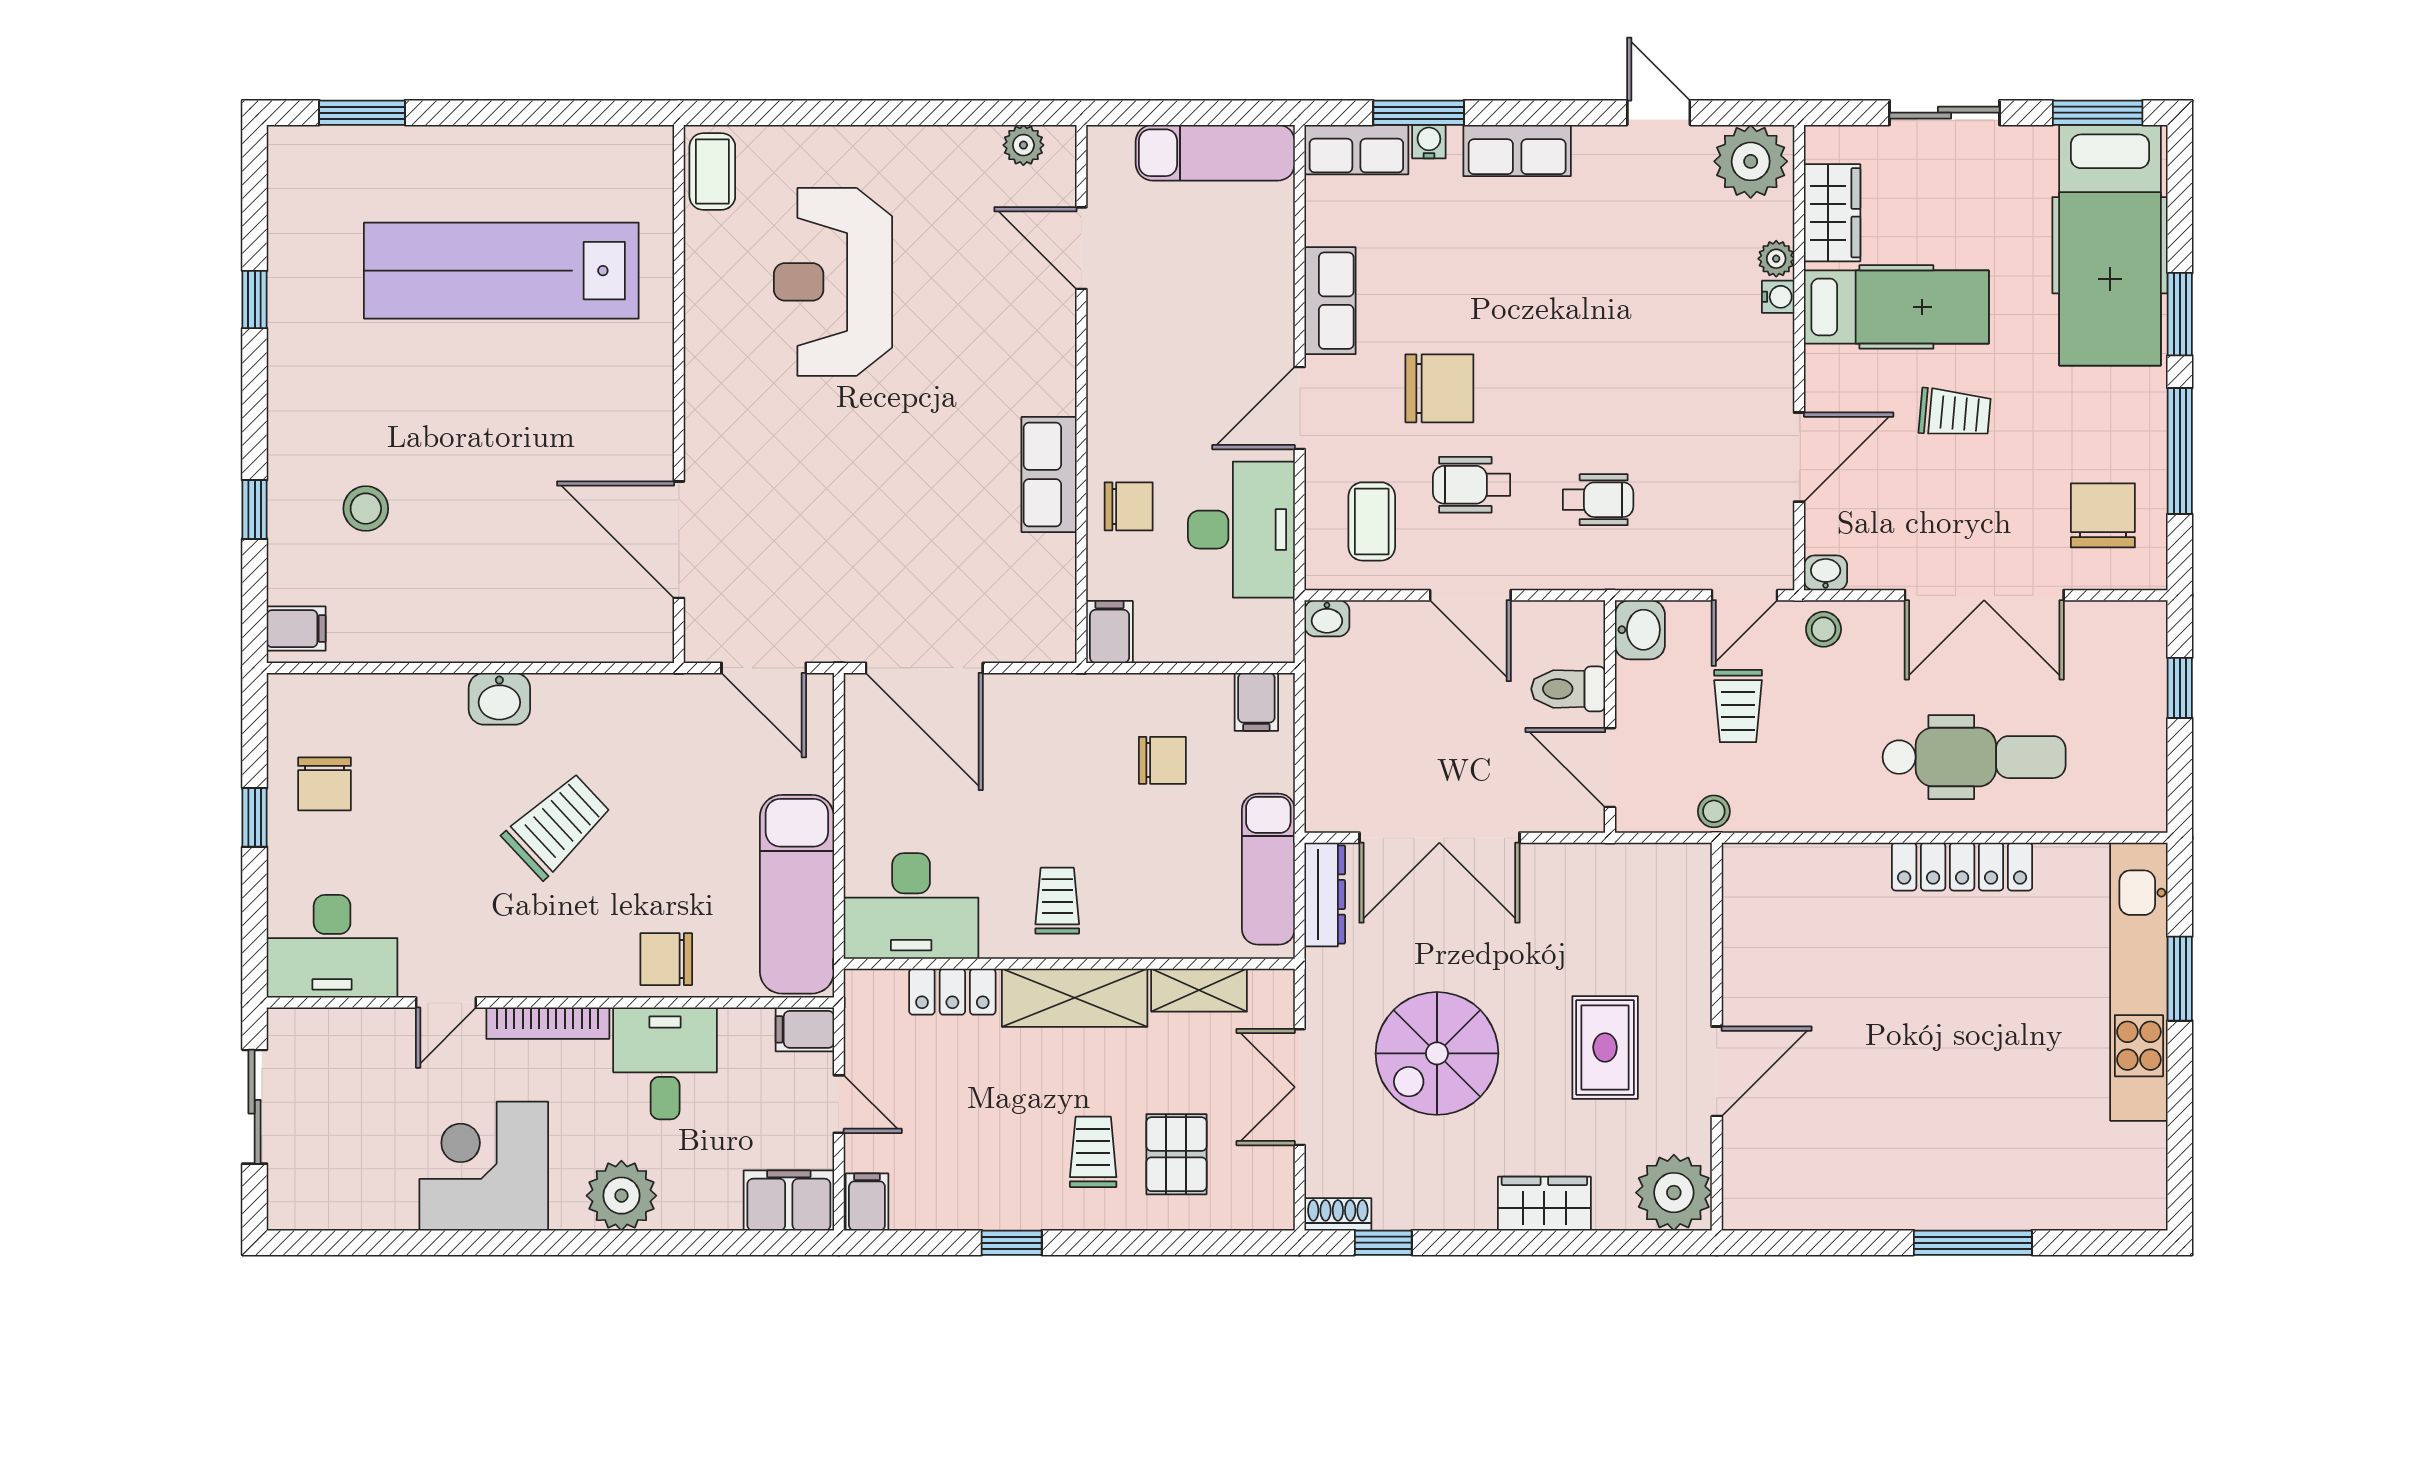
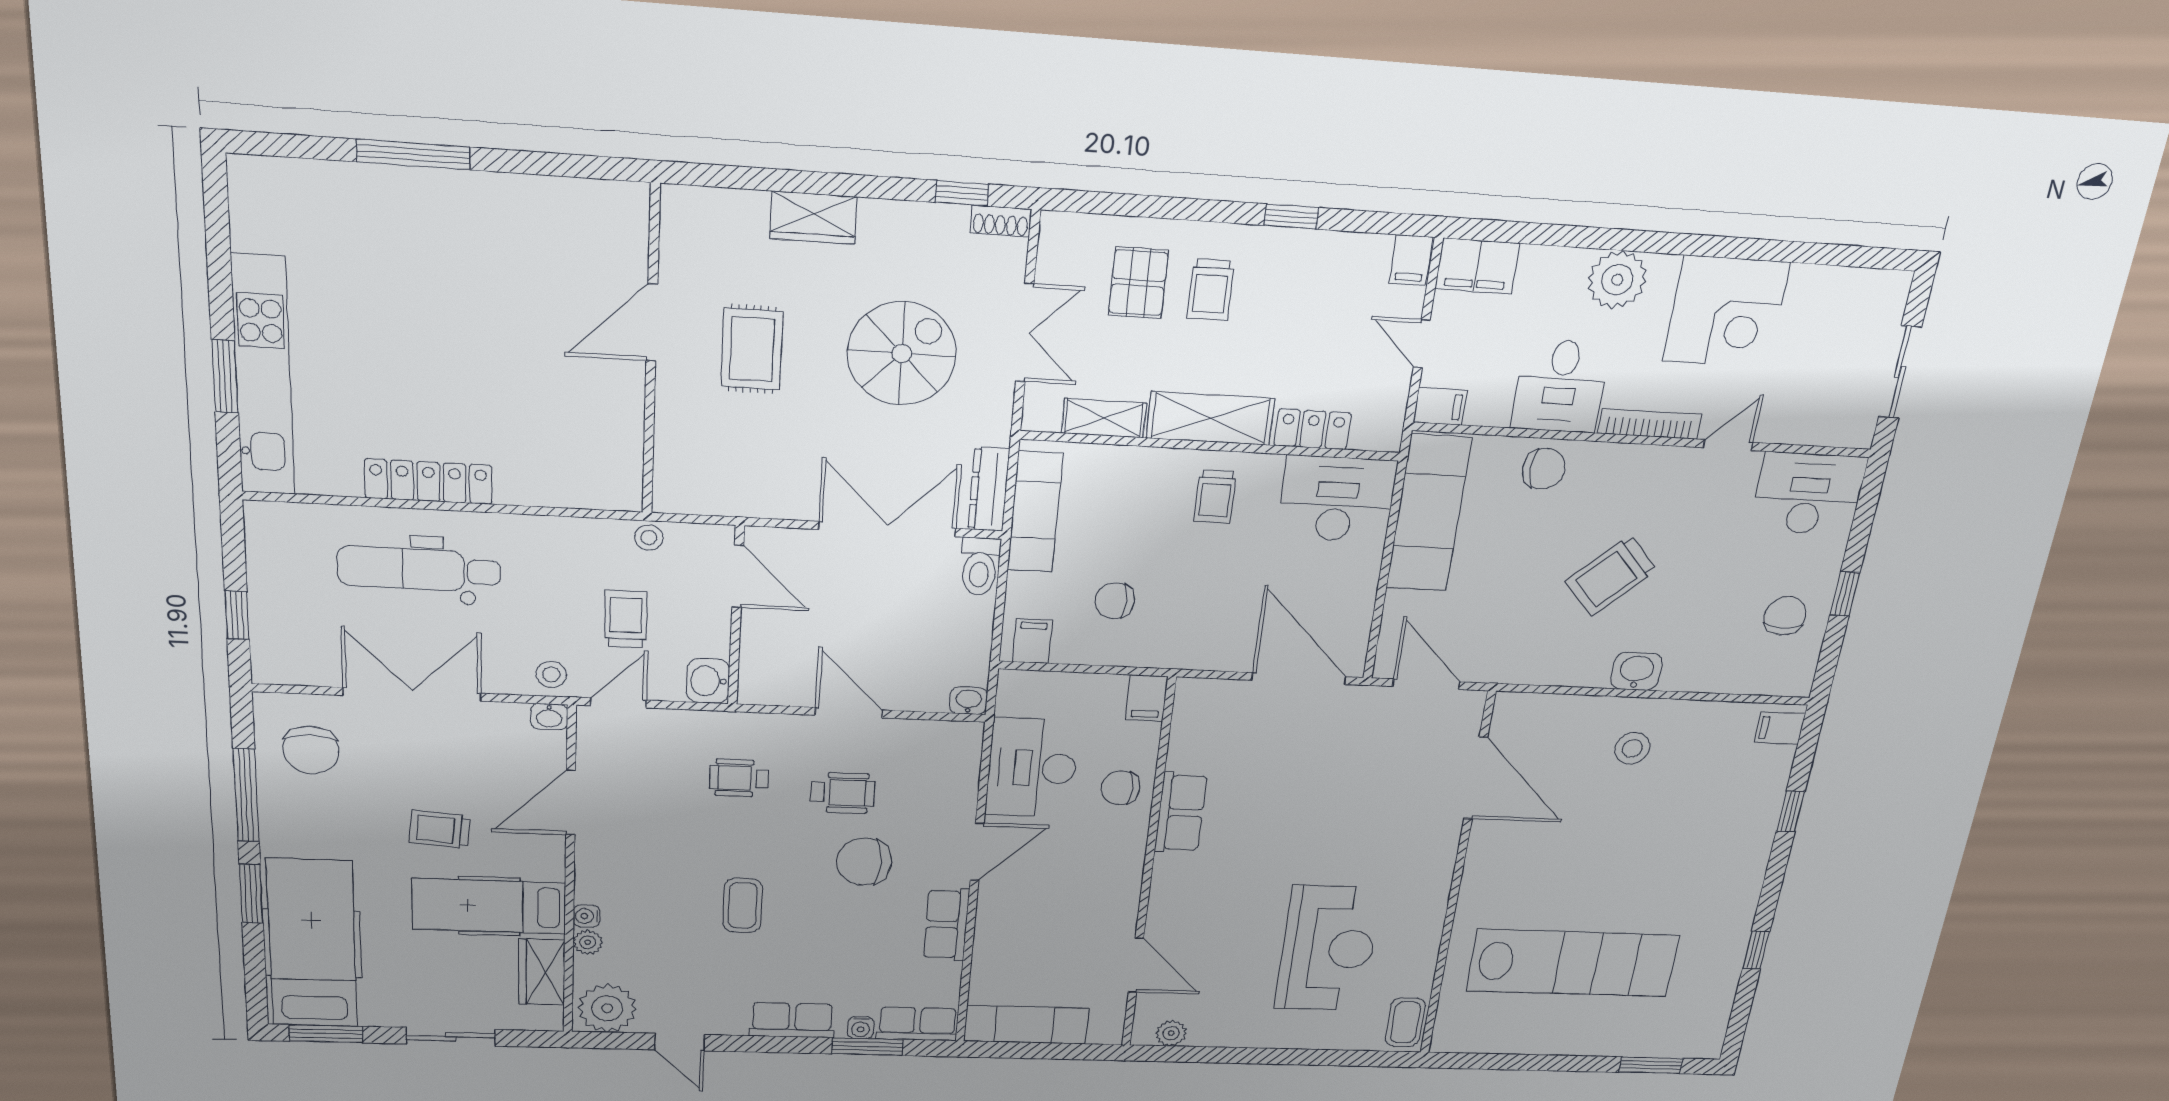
stool: (366, 509) -> (1632, 748), moved
coffee table: (1372, 521) -> (743, 905), moved
toilet: (1568, 689) -> (980, 567), moved, turned 90
plant: (1674, 1193) -> (694, 219), removed

